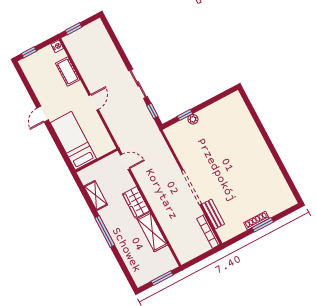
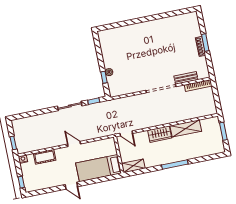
door: (125, 162) -> (126, 133), swing flipped
shelving: (96, 196) -> (133, 166), moved

